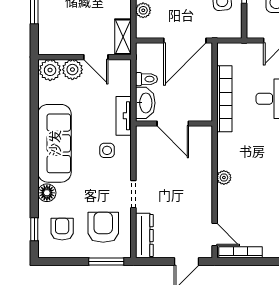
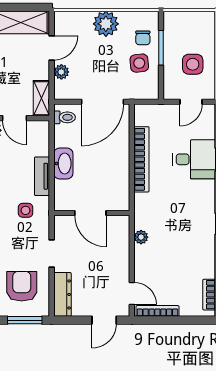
toilet: (146, 79) -> (64, 117), moved
door: (173, 124) -> (90, 213), moved
wall: (174, 124) -> (92, 213), moved

